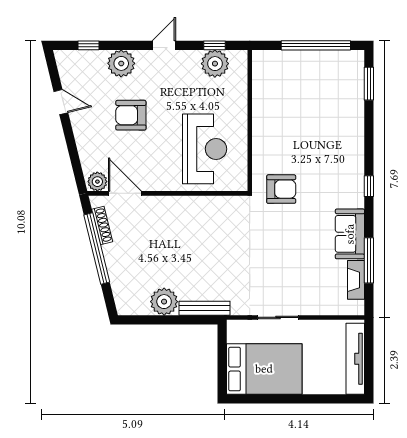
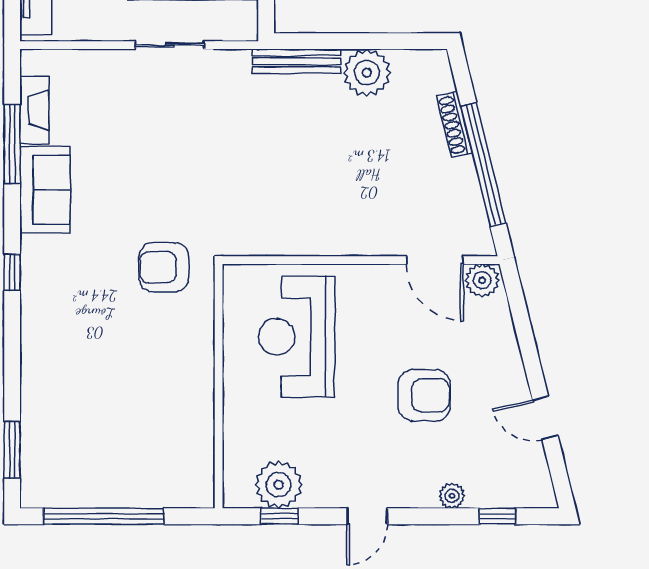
plant: (121, 63) -> (452, 496), width x0.53, depth x0.53
shoe rack: (102, 225) -> (454, 125), moved

